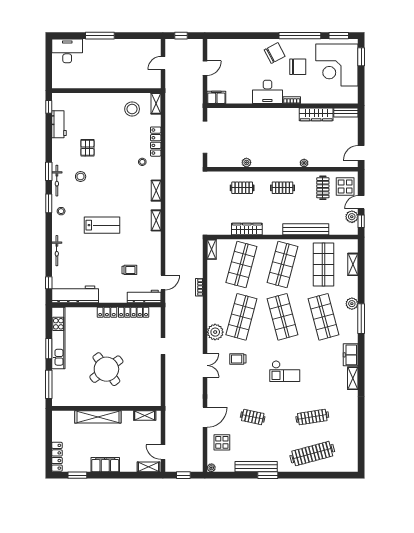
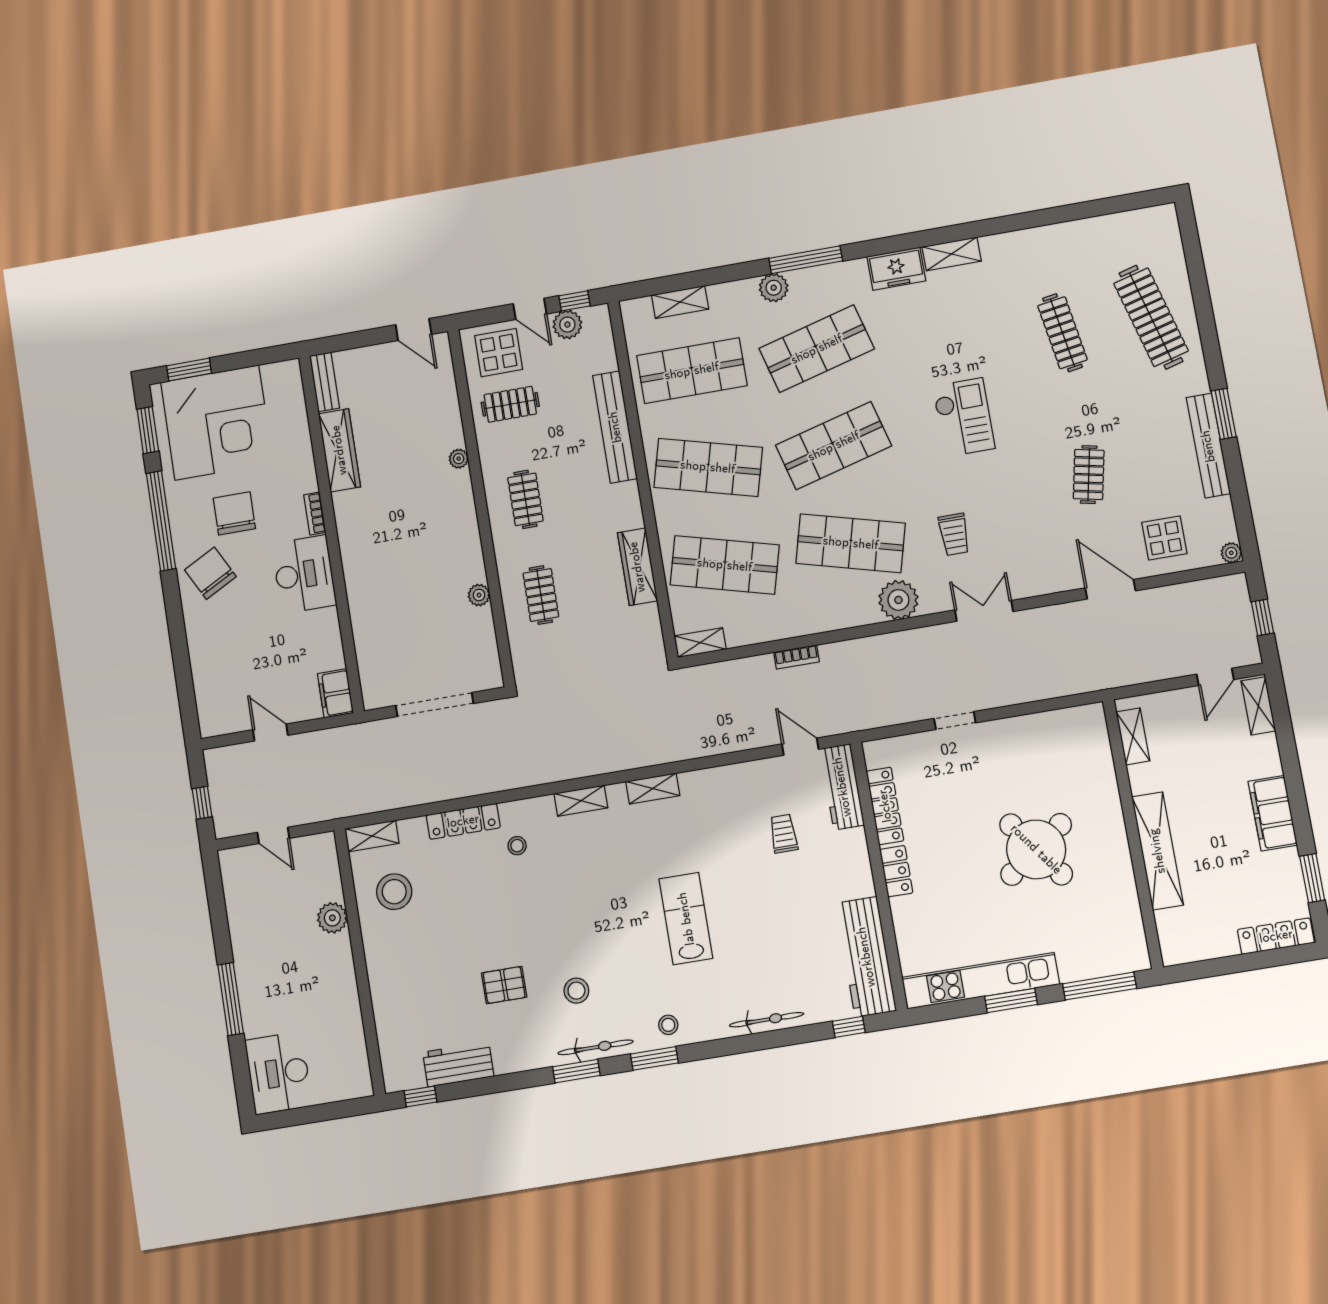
plant: (126, 82) -> (332, 918), added

